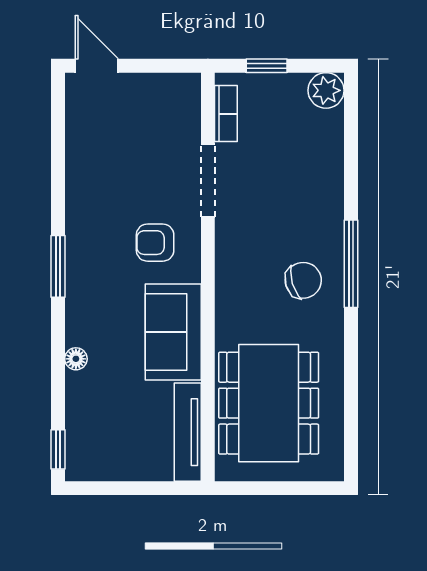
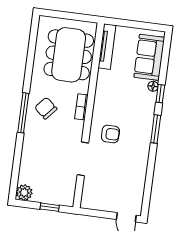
bookcase: (226, 114) -> (81, 107), moved
chair: (303, 280) -> (46, 108), turned 58
sofa: (173, 332) -> (149, 57), moved, turned 180
window: (58, 449) -> (160, 94), moved

